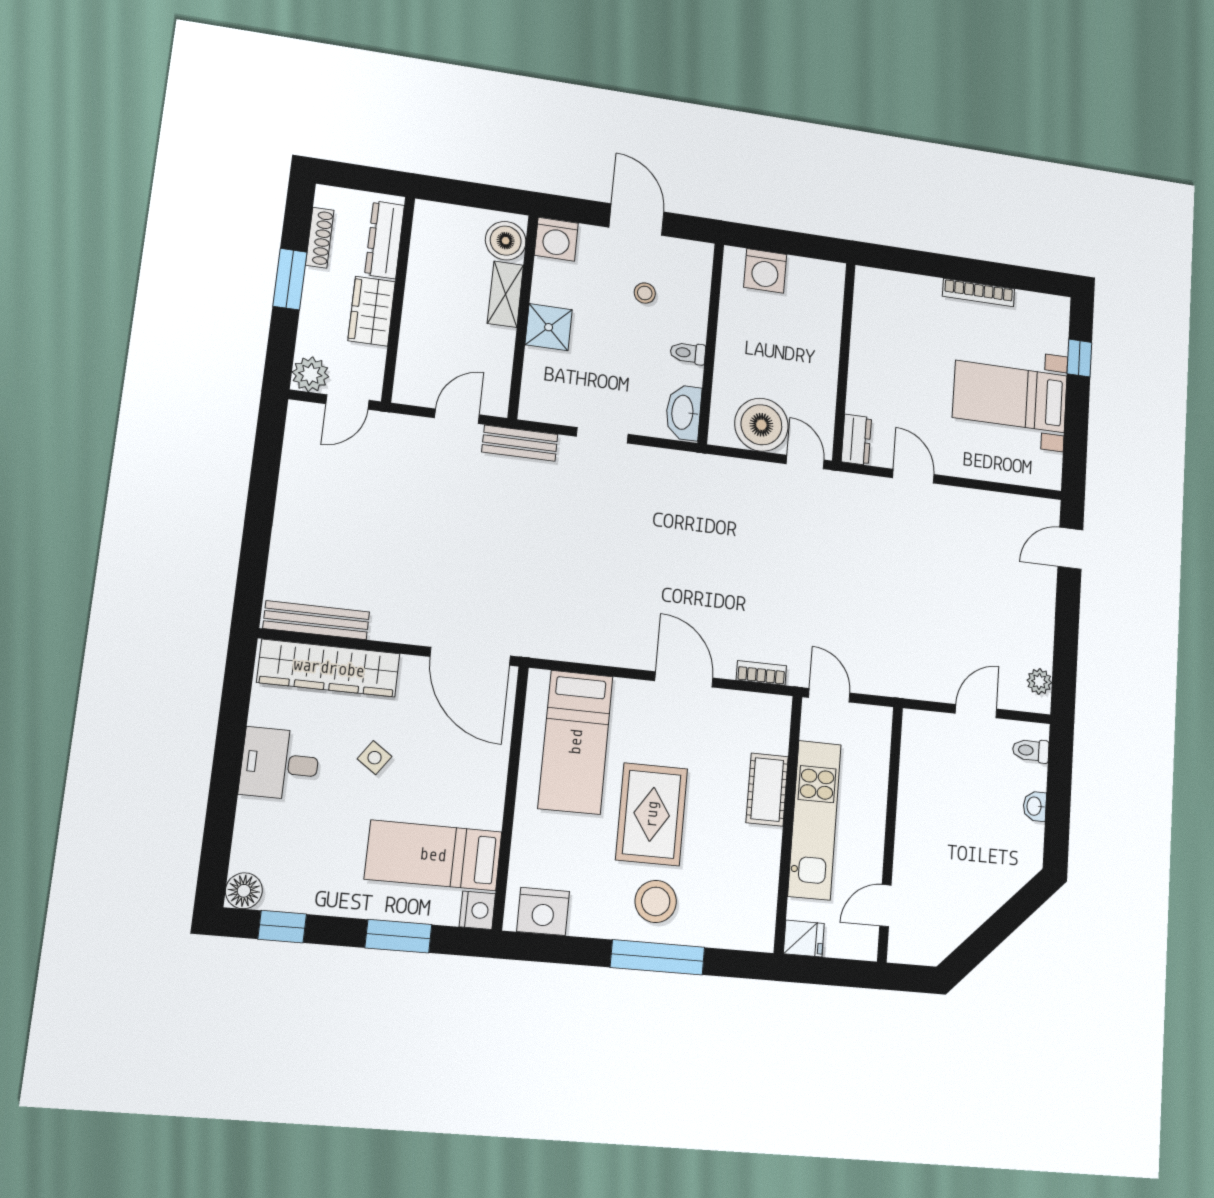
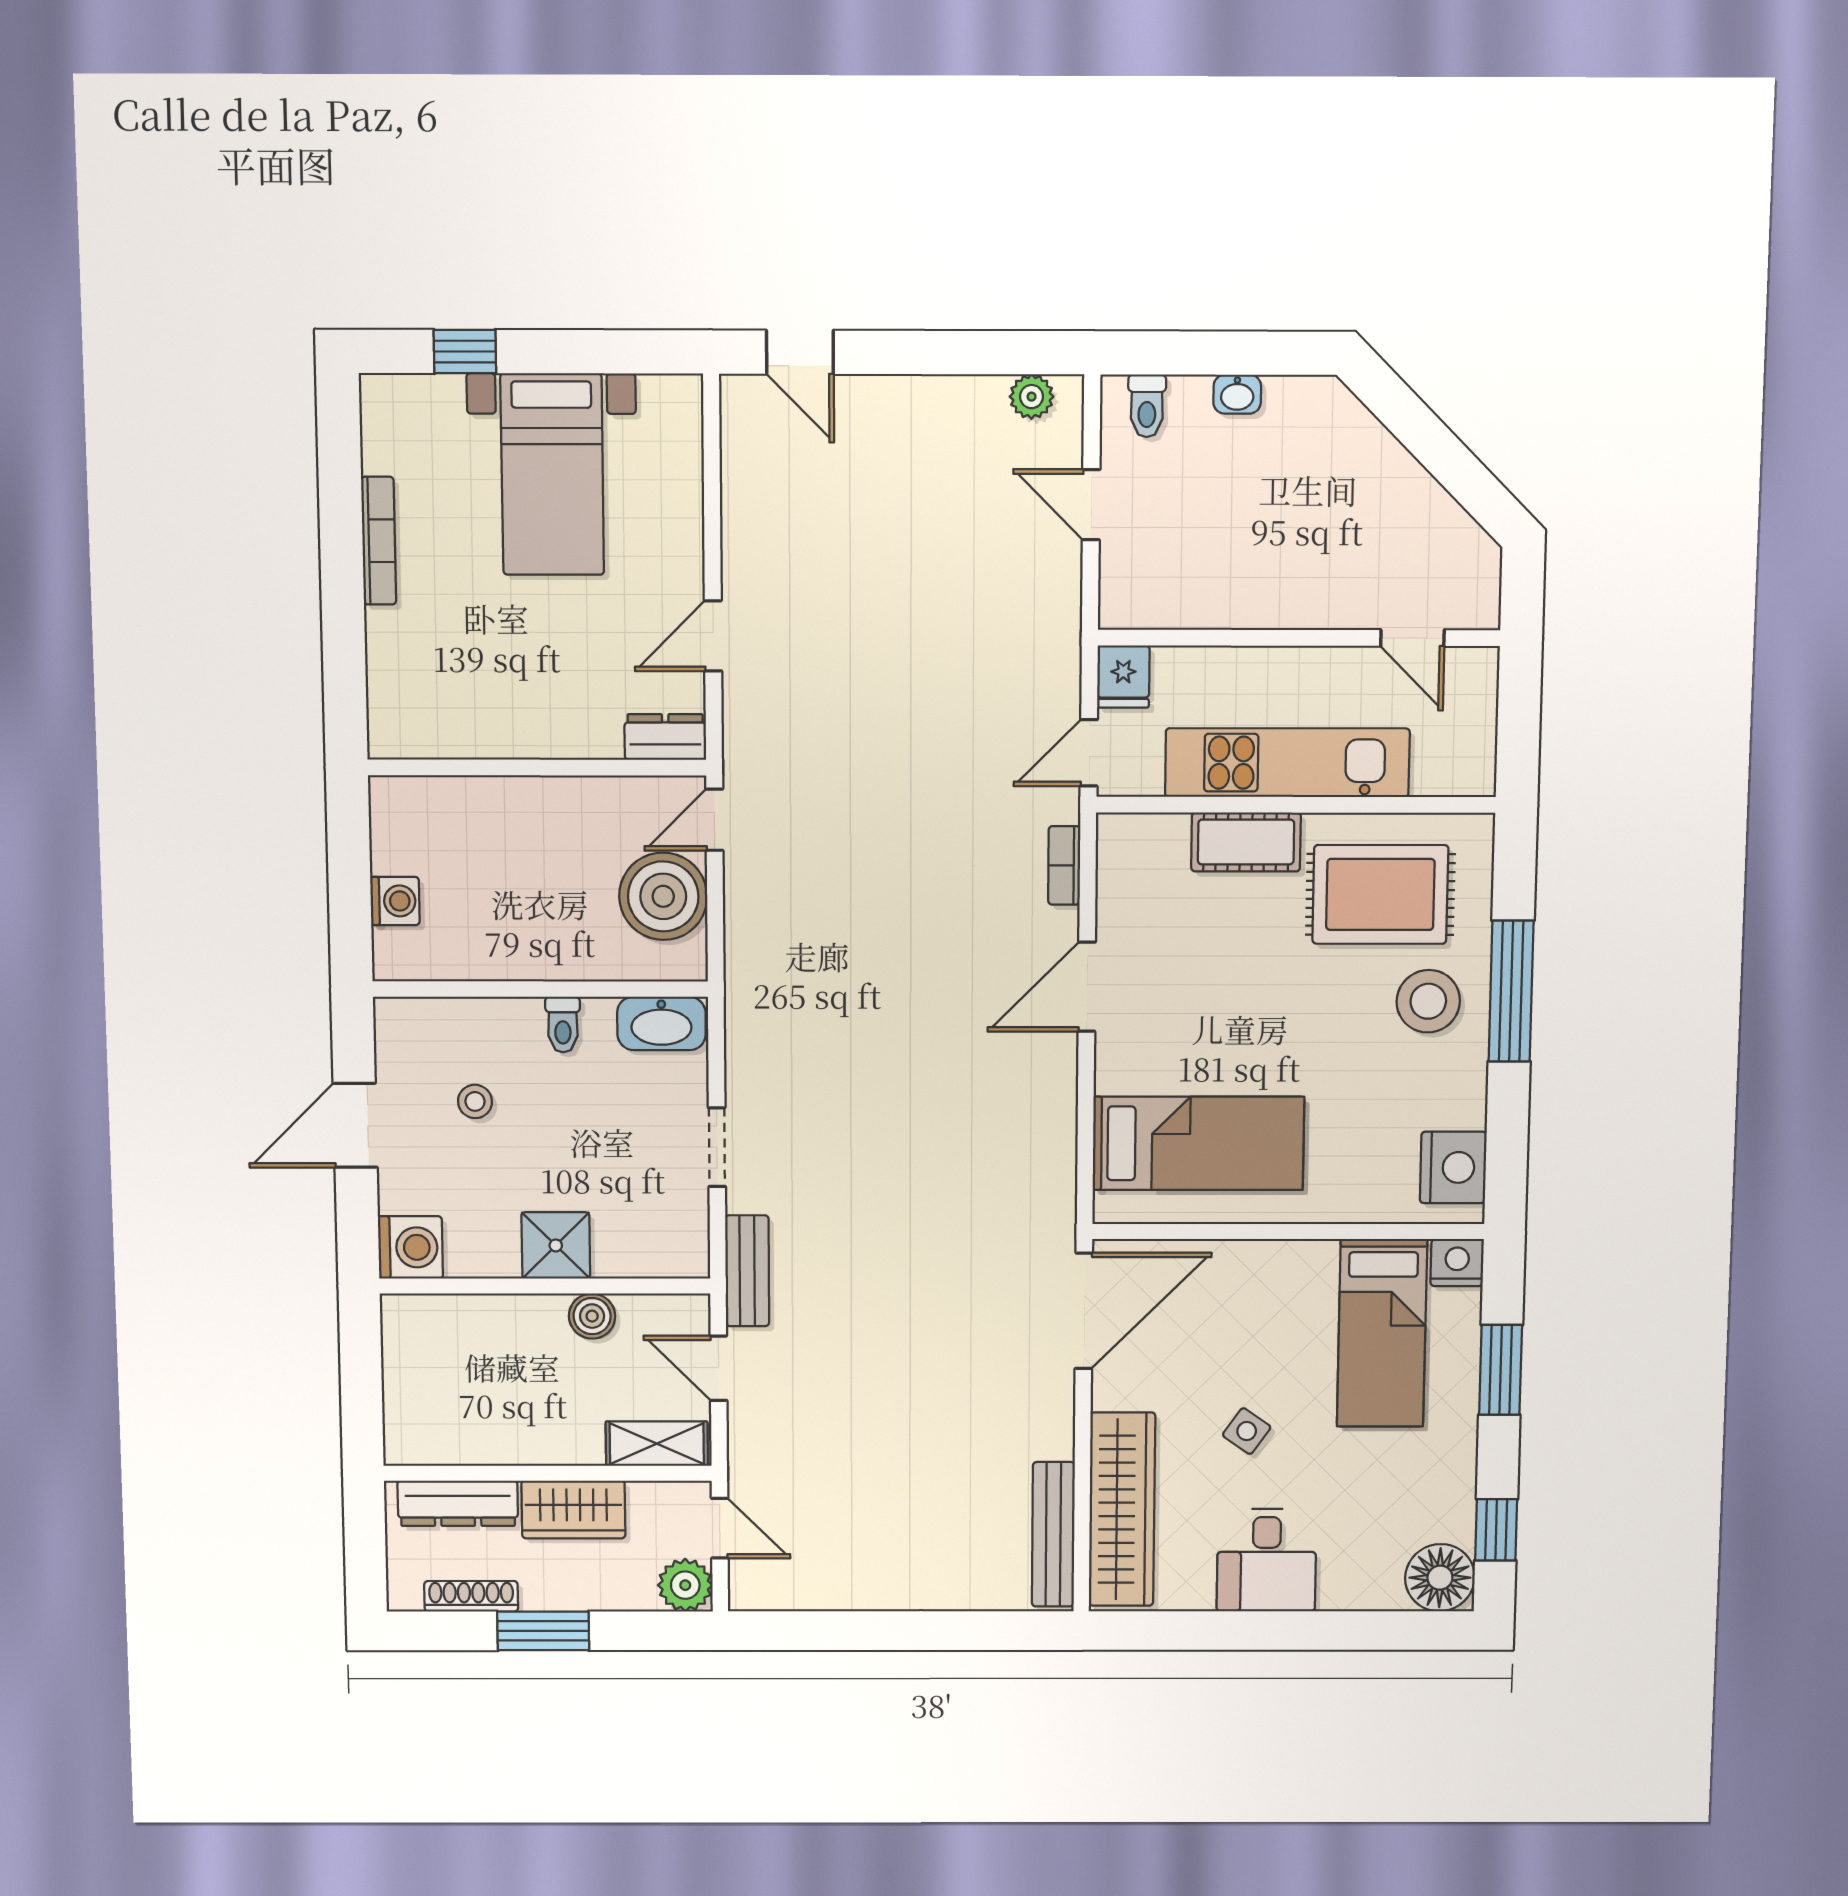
boiler: (506, 241) -> (592, 1316), moved, width x0.73, depth x0.73
washing machine: (765, 271) -> (395, 901), width x0.73, depth x0.73
shelving: (505, 294) -> (657, 1444), moved
rug: (652, 814) -> (1380, 894), moved
floor lamp: (244, 891) -> (1440, 1578), width x1.38, depth x1.38
fridge: (804, 939) -> (1123, 677), moved, turned 180

